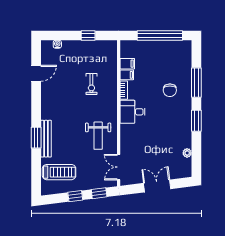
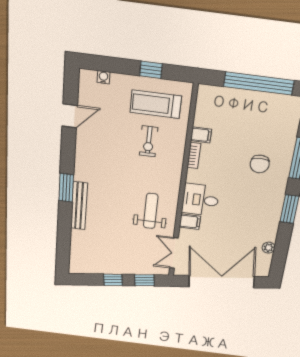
filing cabinet: (127, 64) -> (190, 222), moved
desk: (133, 112) -> (200, 200), moved
weight bench: (98, 136) -> (151, 211), turned 180
window: (36, 138) -> (66, 188), moved
treadmill: (59, 172) -> (156, 104), moved, turned 180
double door: (157, 186) -> (222, 282), width x1.87

